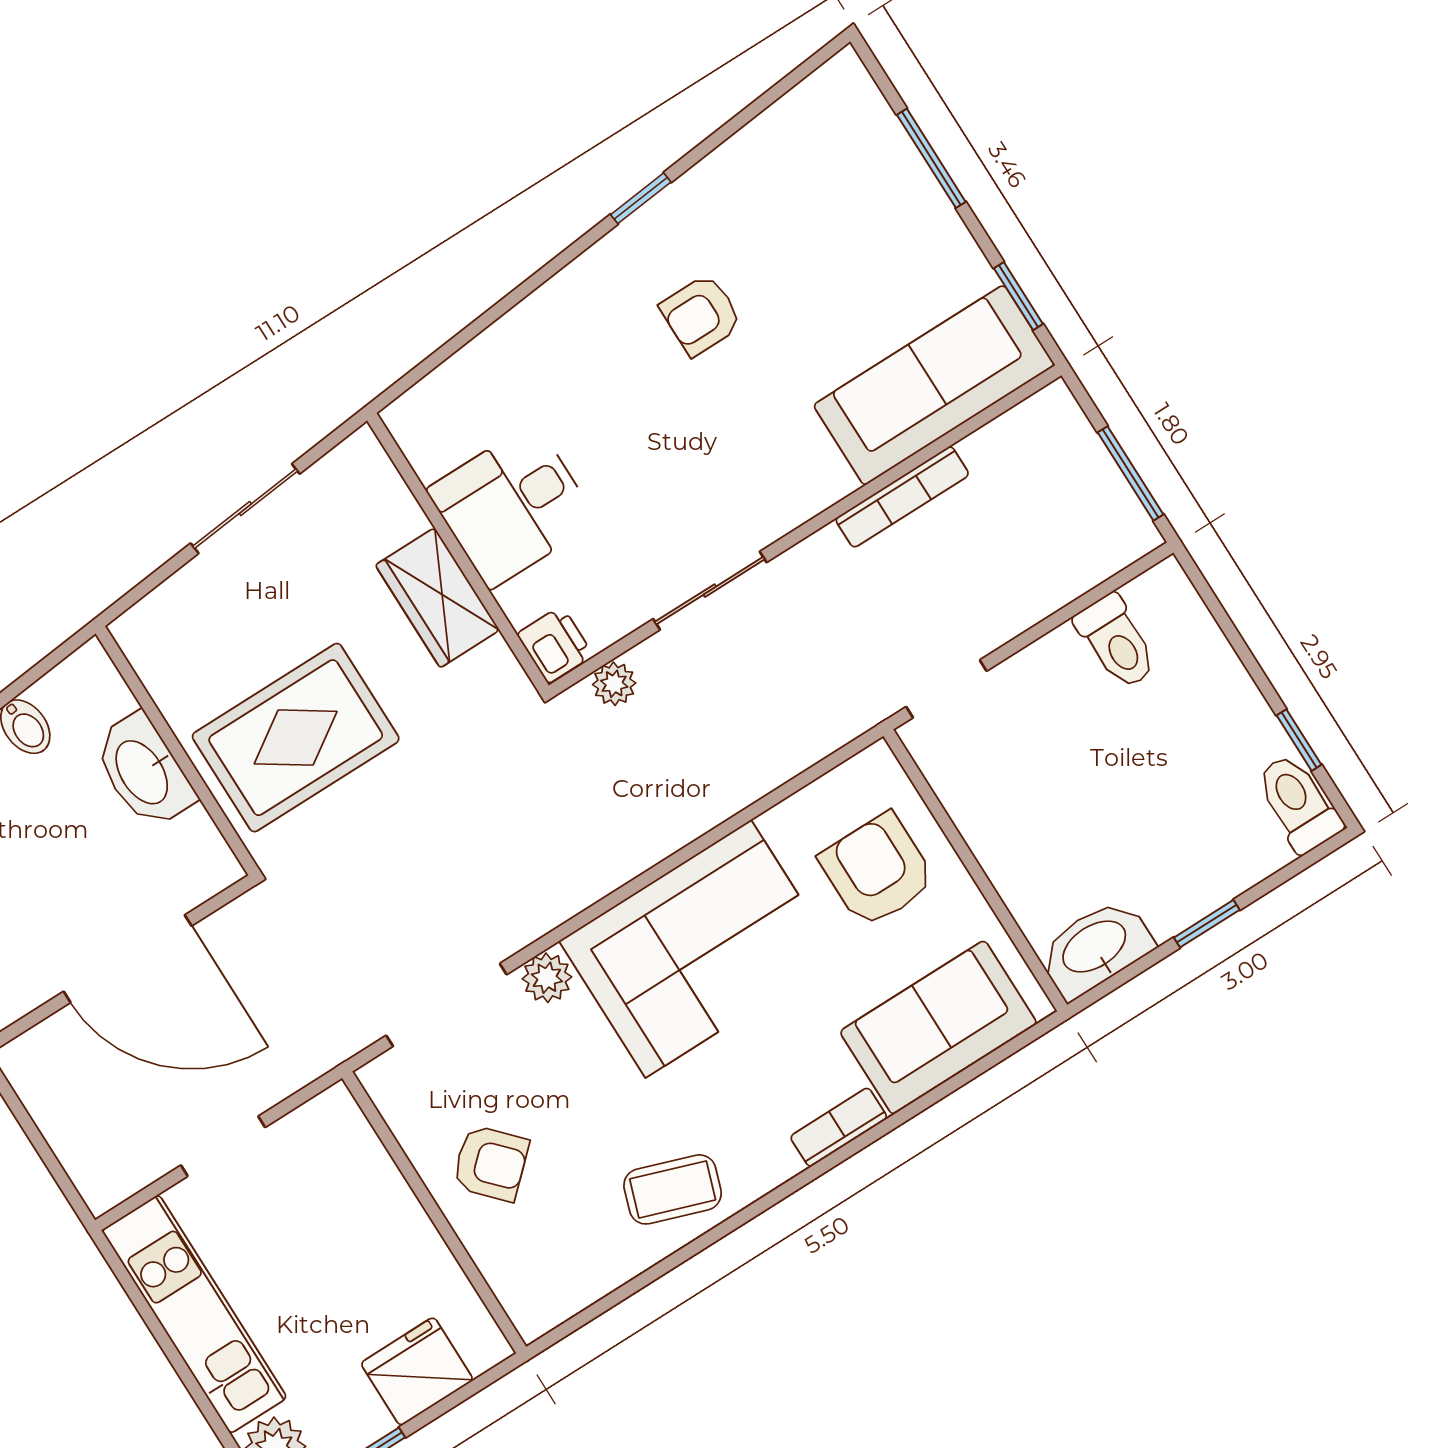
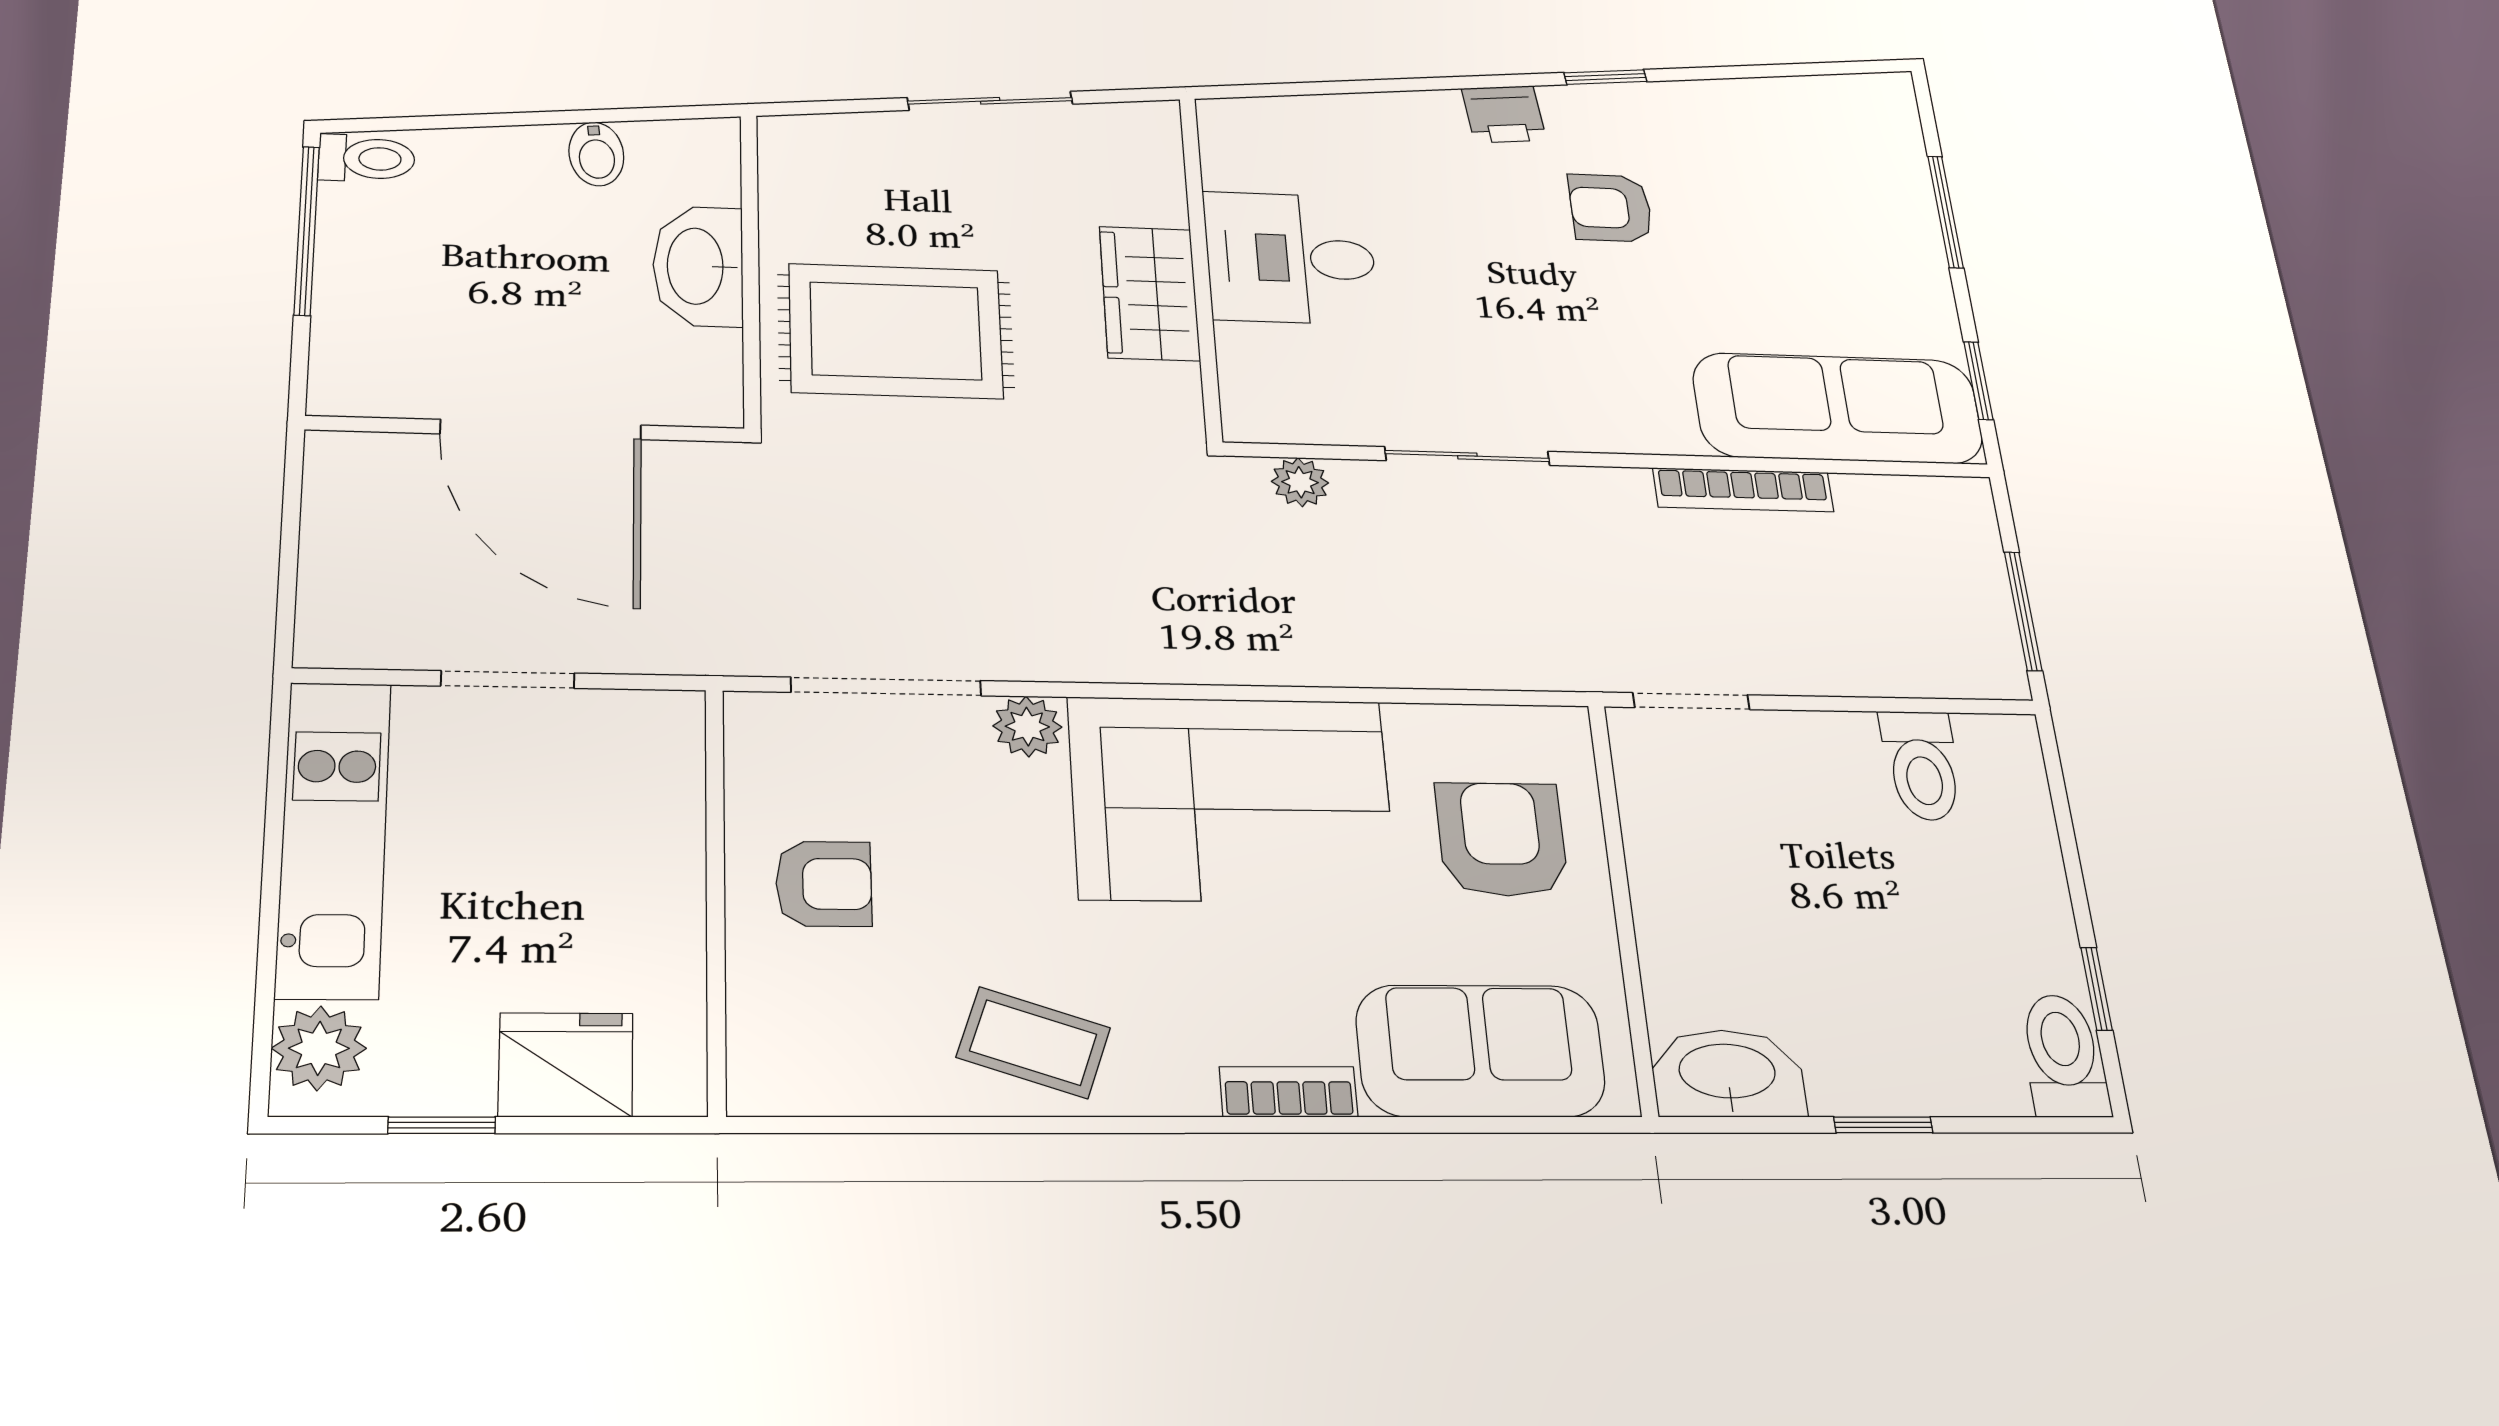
printer: (555, 645) -> (1504, 114), moved, turned 84
armchair: (491, 1163) -> (824, 884), turned -47

